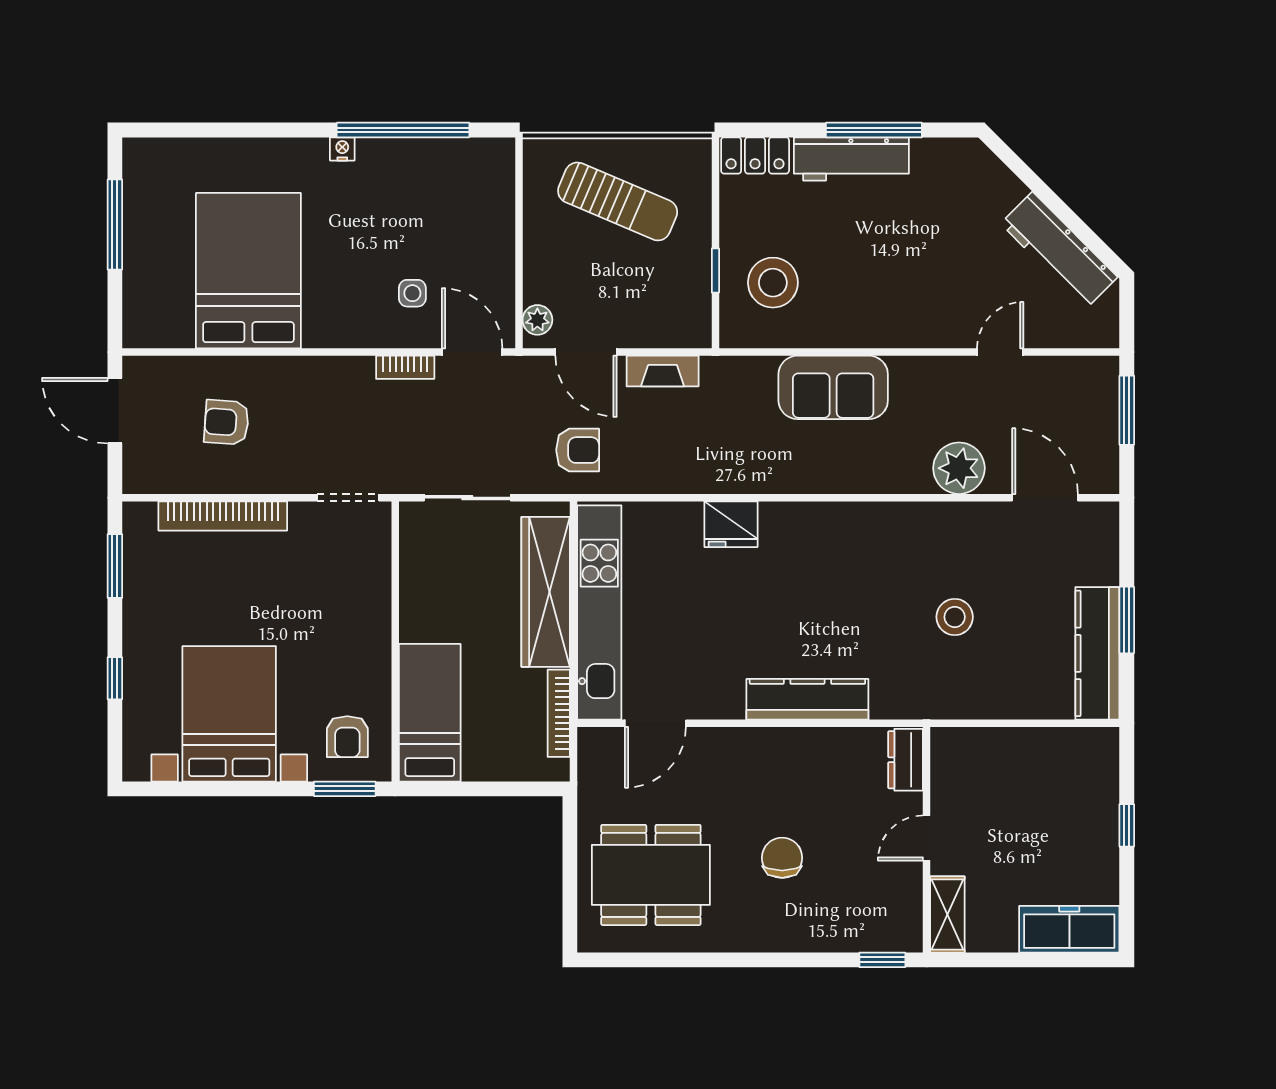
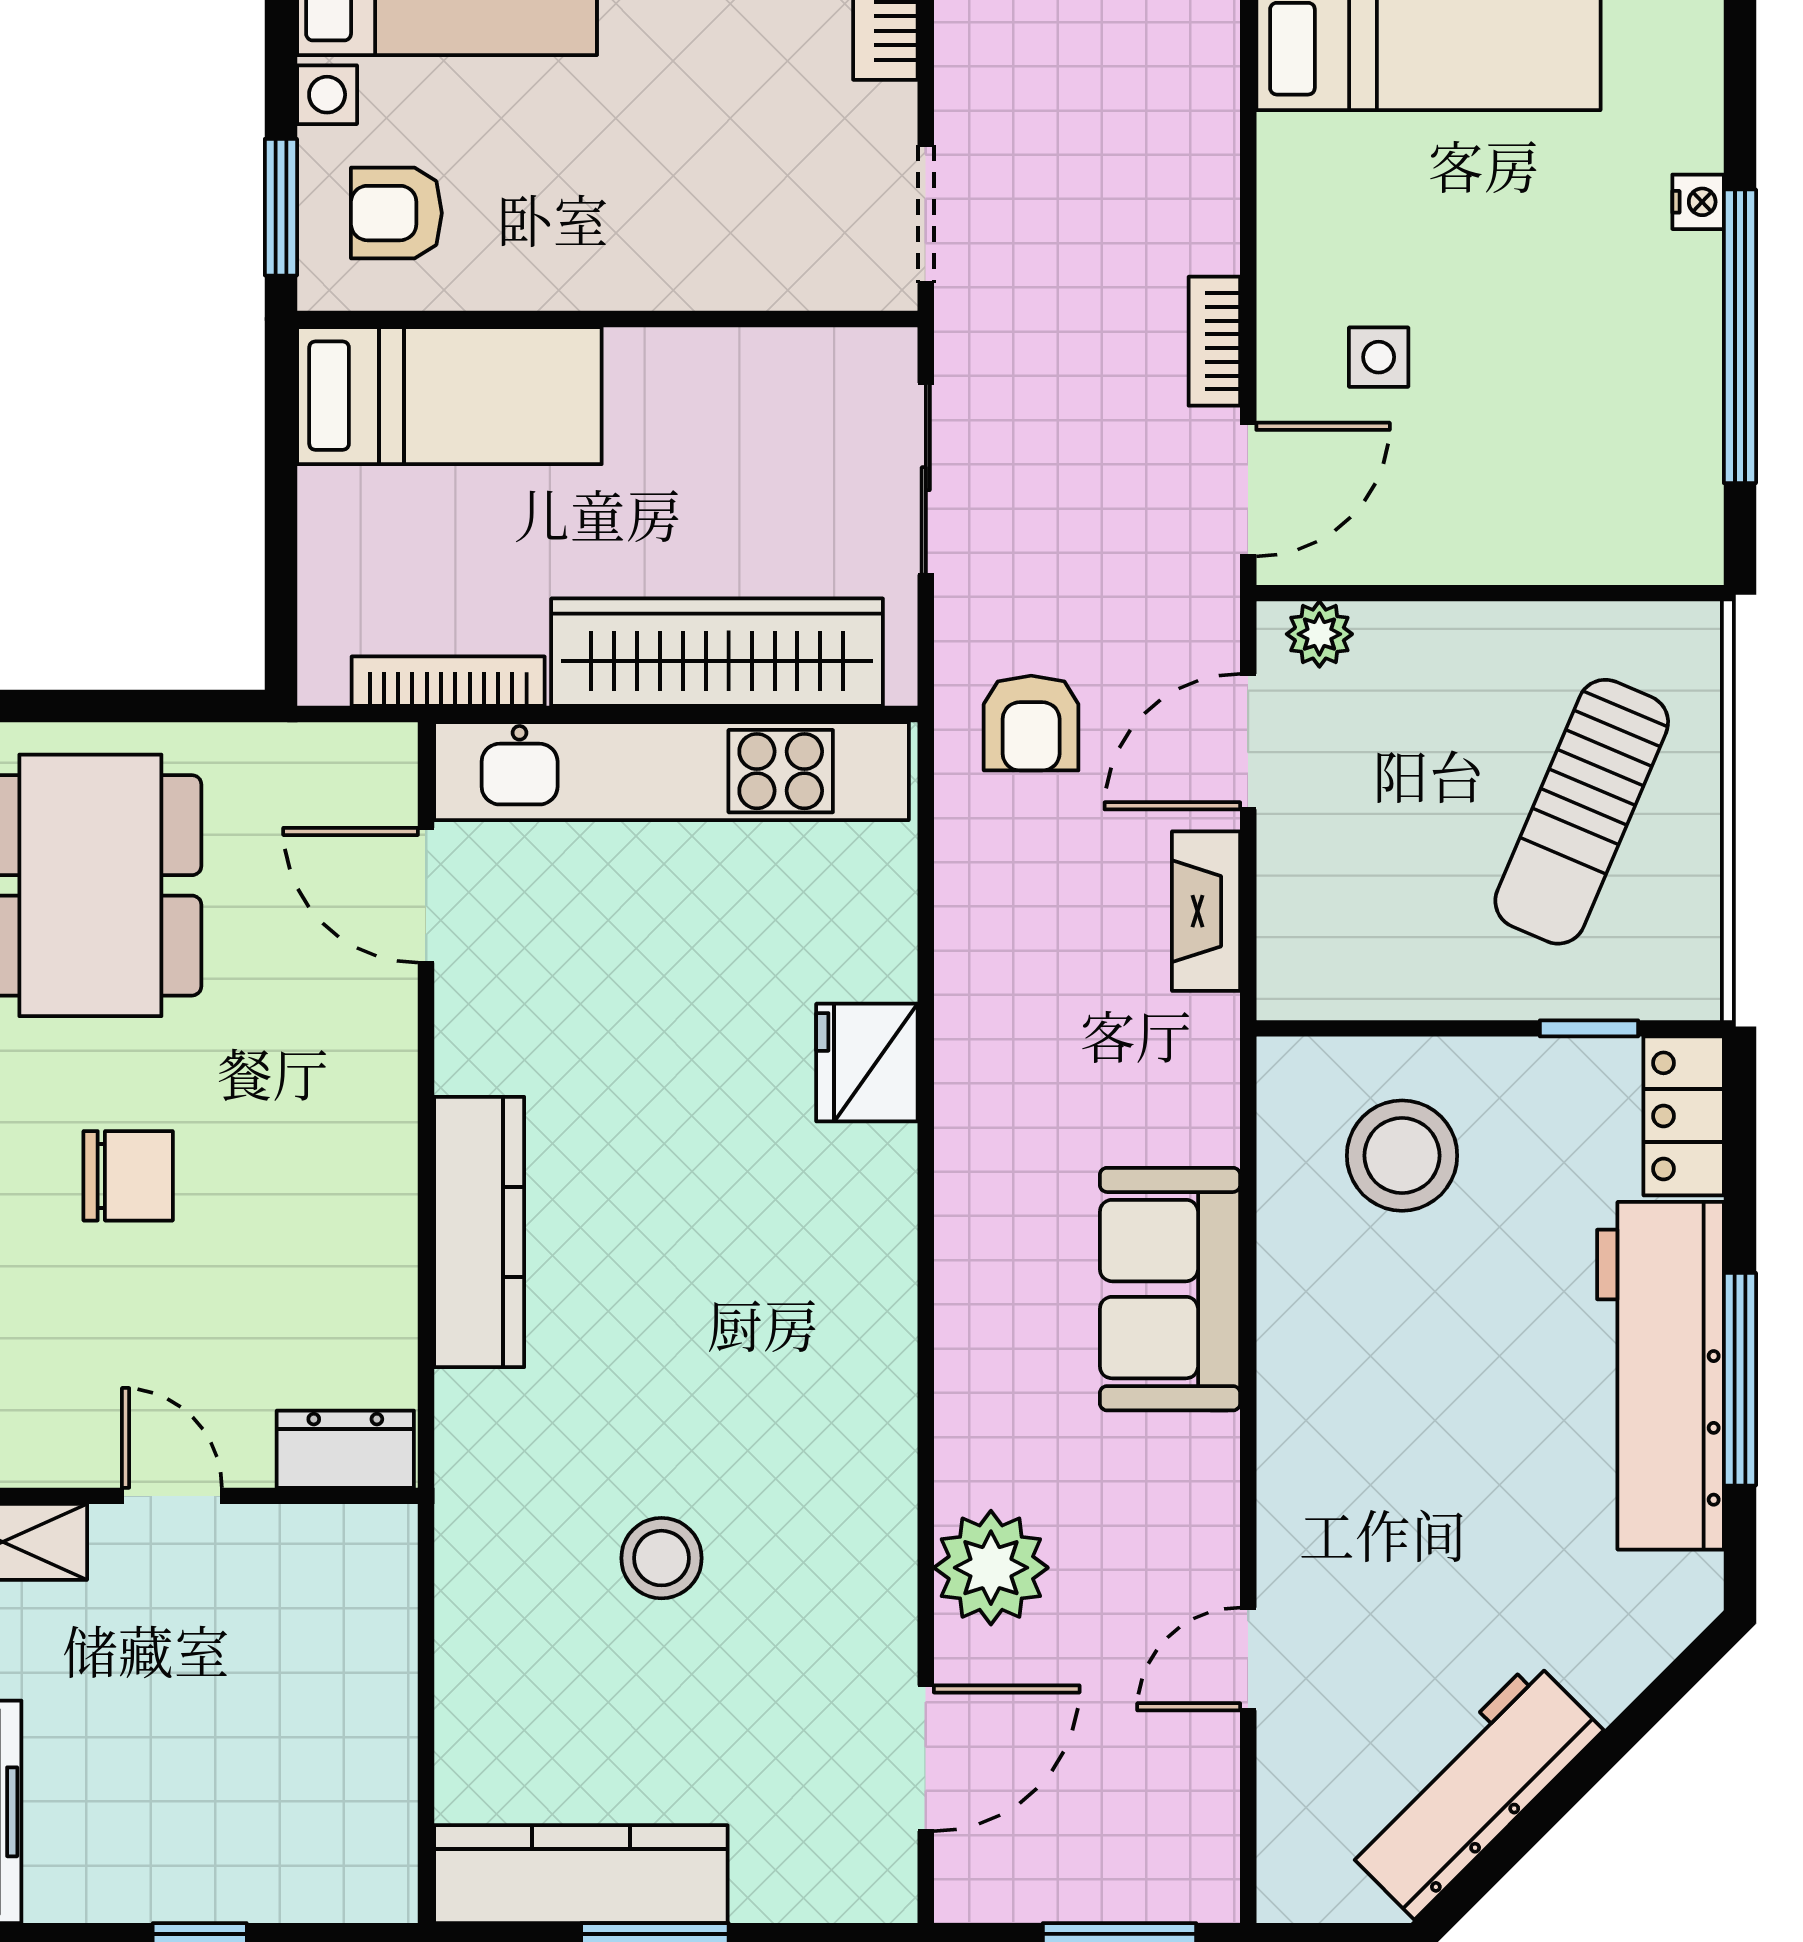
workbench: (851, 159) -> (1660, 1376), width x1.36, depth x1.32
window: (715, 271) -> (1589, 1028), moved
door: (1000, 352) -> (1248, 1659), swing flipped

